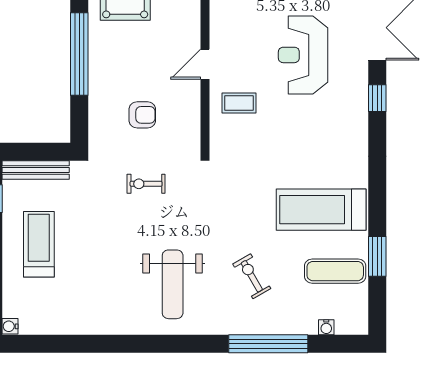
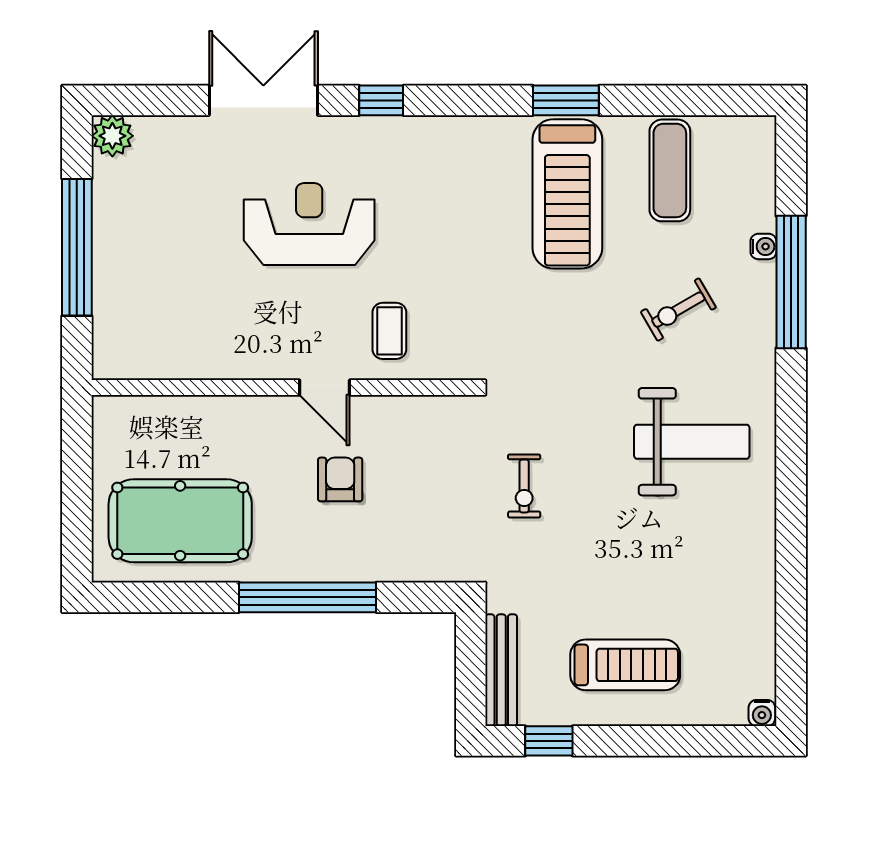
reception desk: (303, 55) -> (309, 224), turned 180
armchair: (142, 115) -> (340, 479), moved
treadmill: (39, 244) -> (625, 665), turned 180
window: (377, 256) -> (566, 100), moved
water cooler: (326, 327) -> (763, 246), moved

